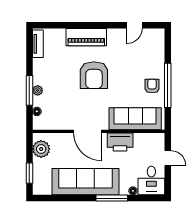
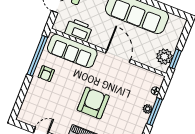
window: (168, 85) -> (37, 56), moved
printer: (120, 142) -> (79, 30), moved
window: (29, 173) -> (175, 59), moved

